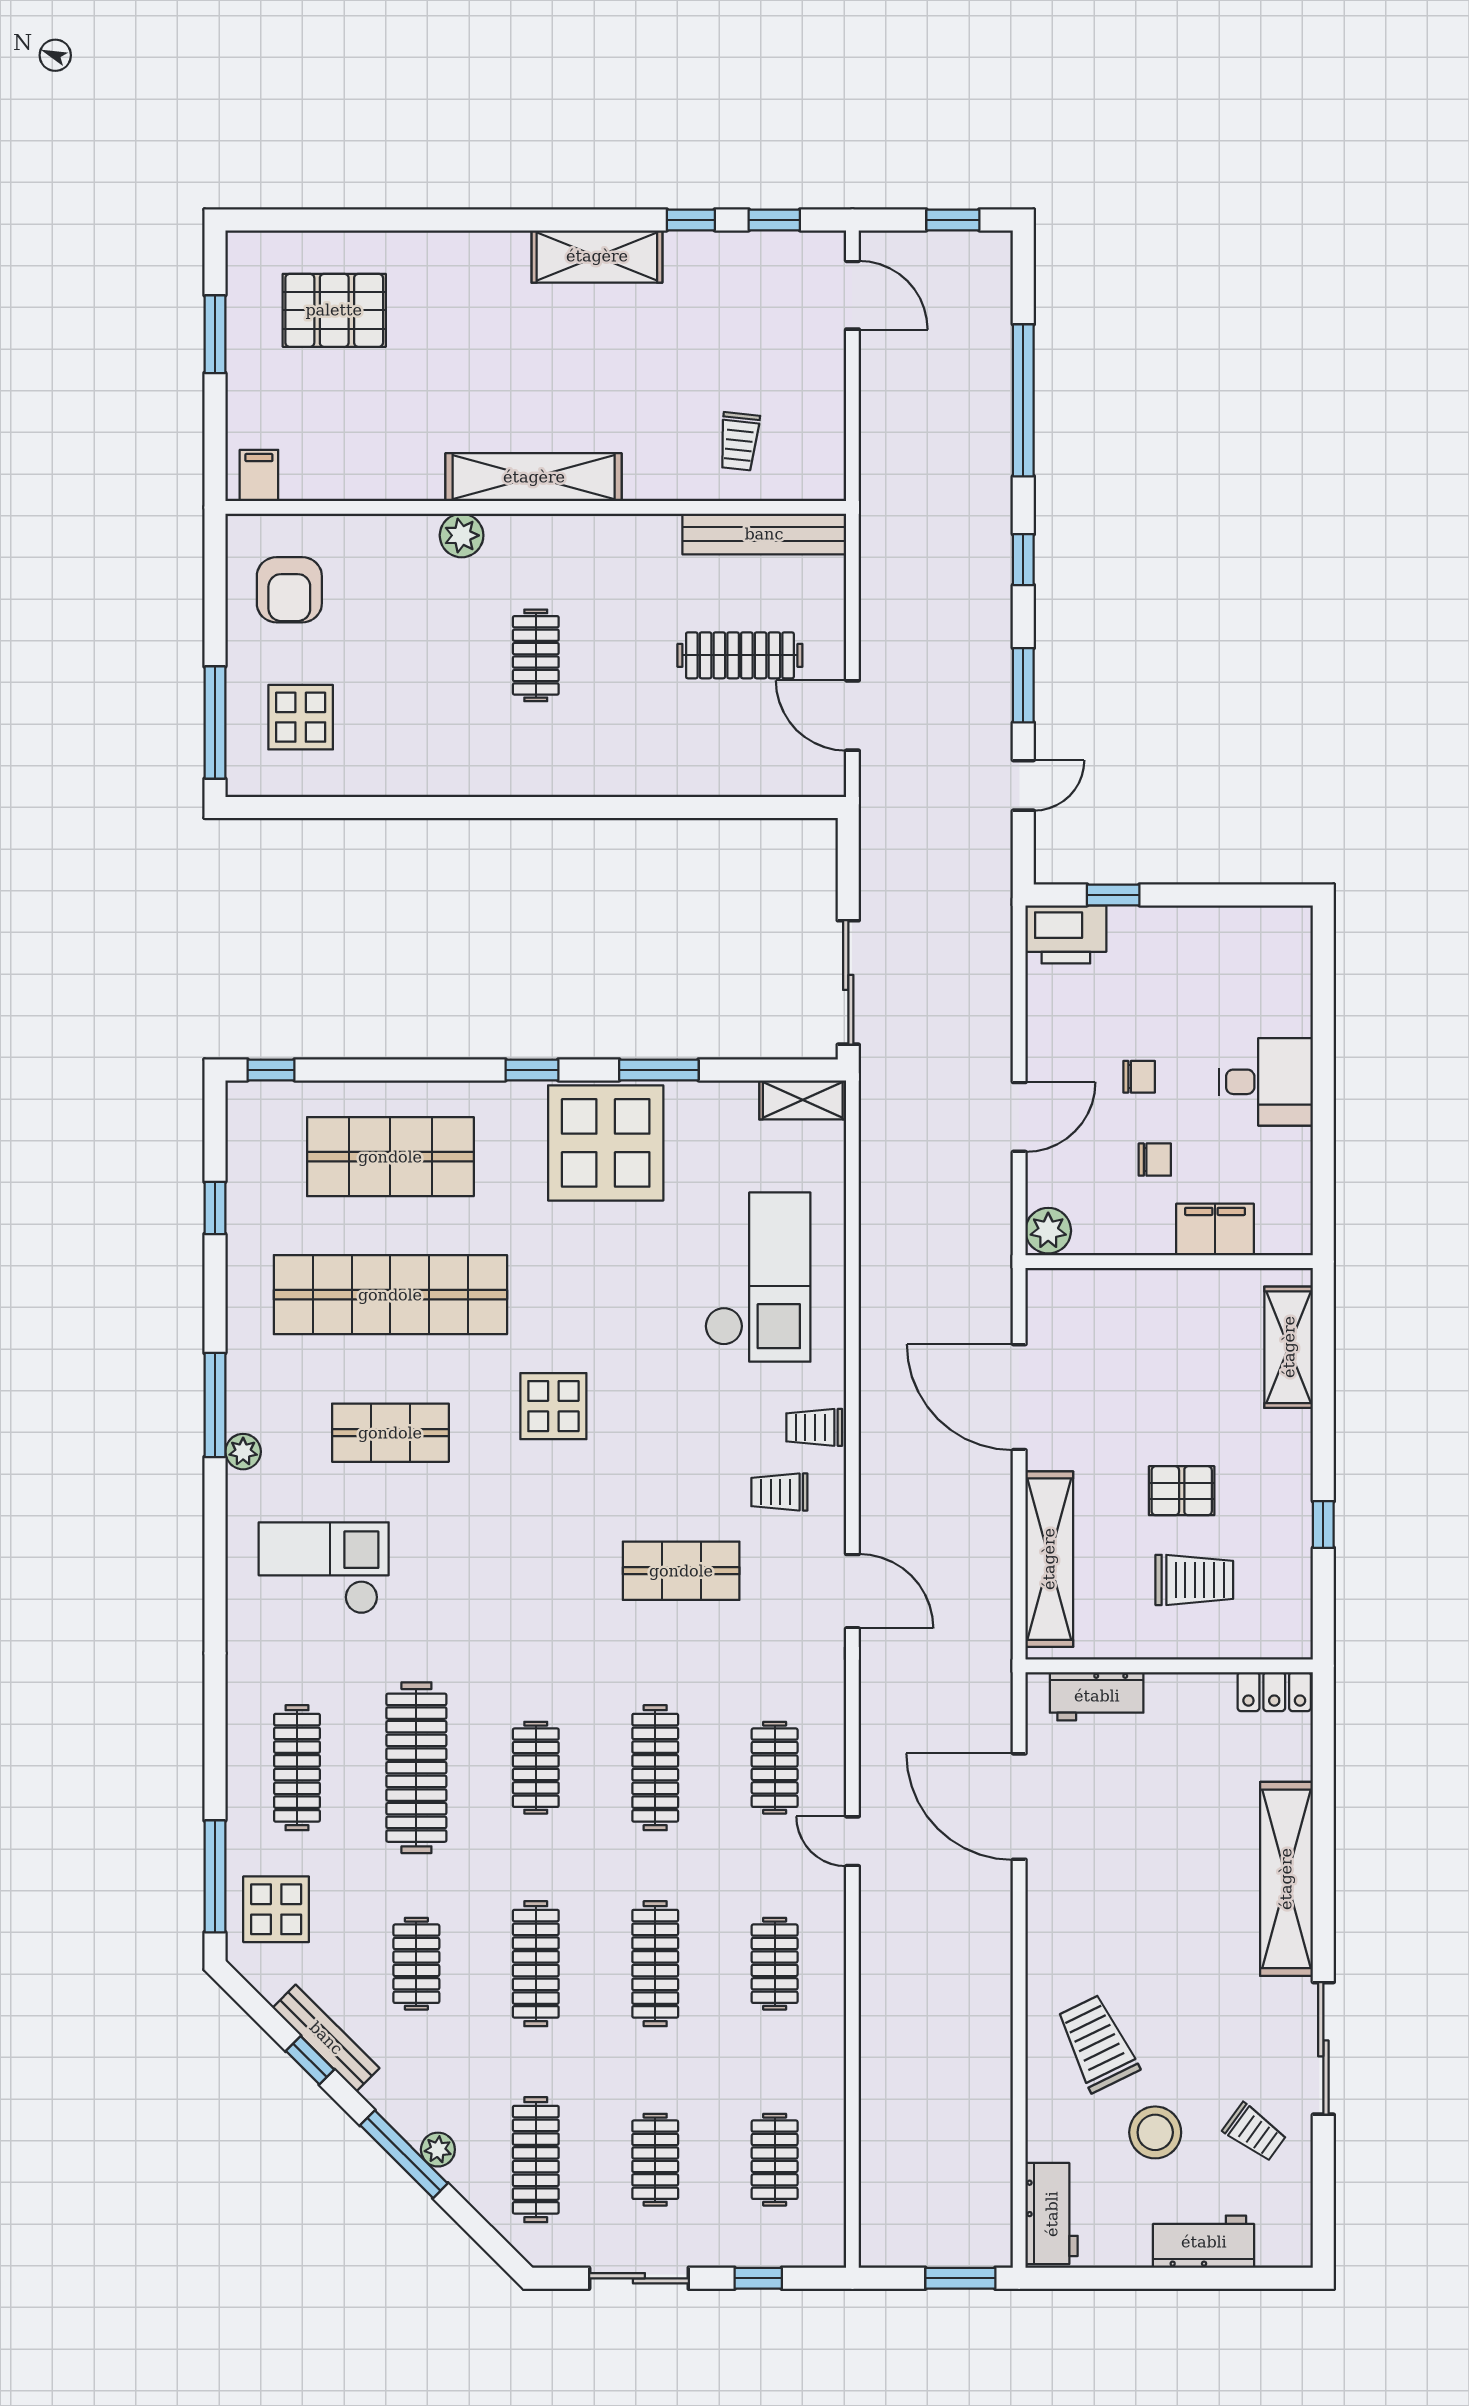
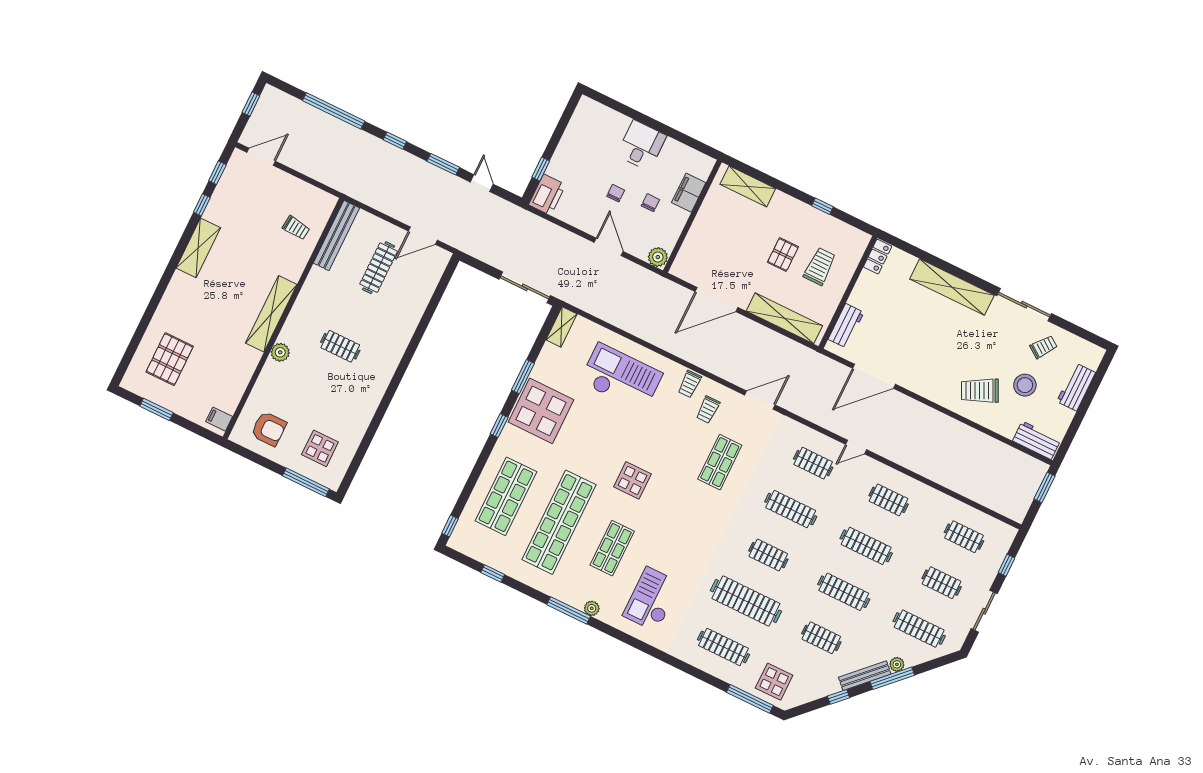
bench: (326, 2038) -> (865, 676), moved

